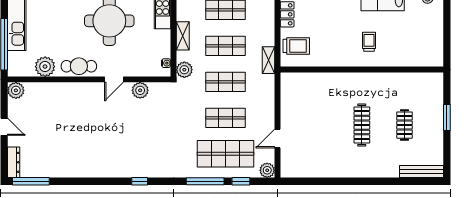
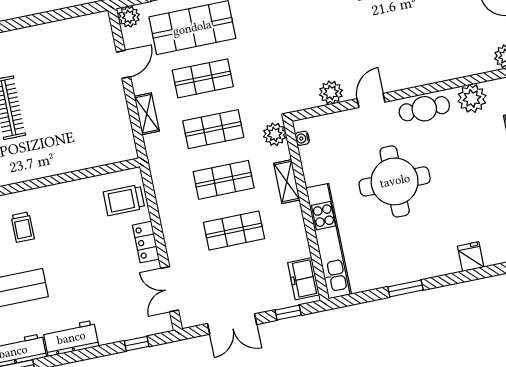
shelving: (269, 60) -> (147, 114), moved

